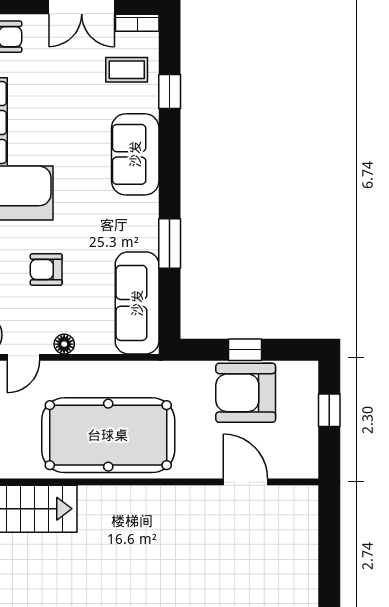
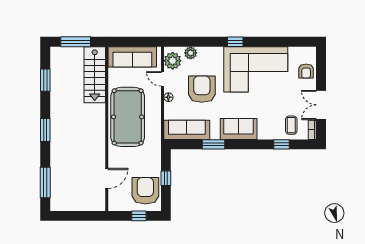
sofa: (135, 154) -> (239, 129), moved
armchair: (46, 269) -> (202, 89), width x1.88, depth x1.88
armchair: (246, 393) -> (145, 191), moved

